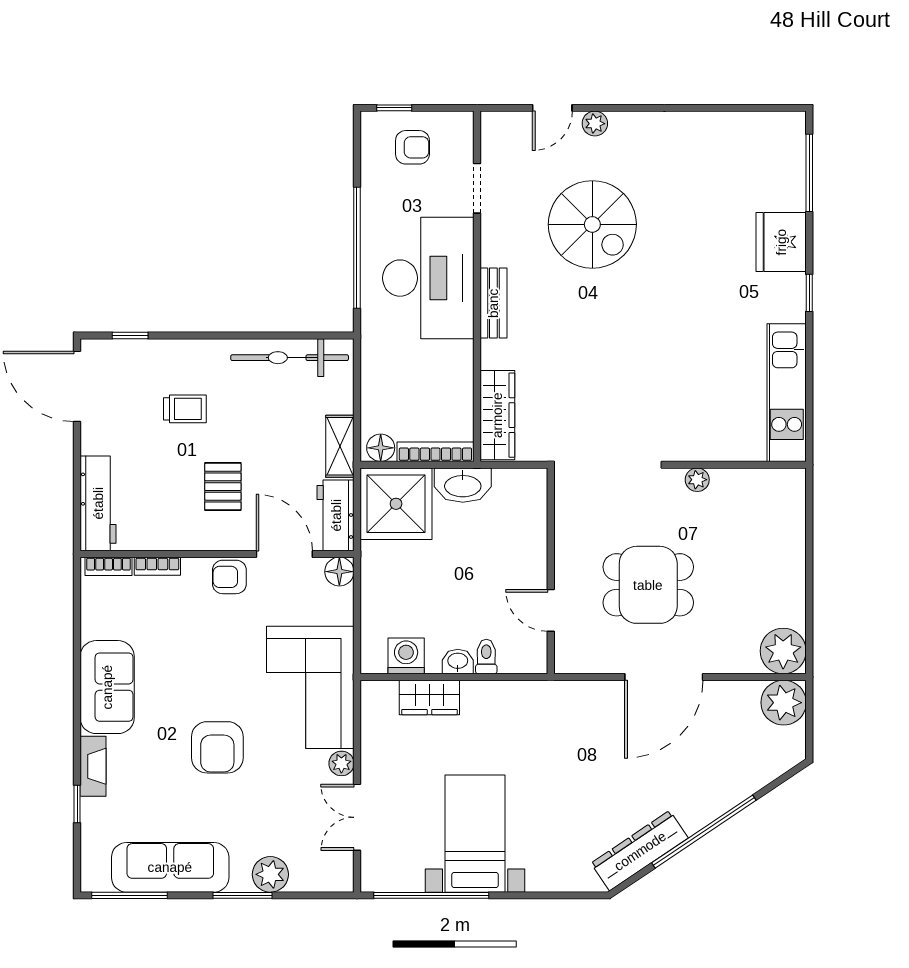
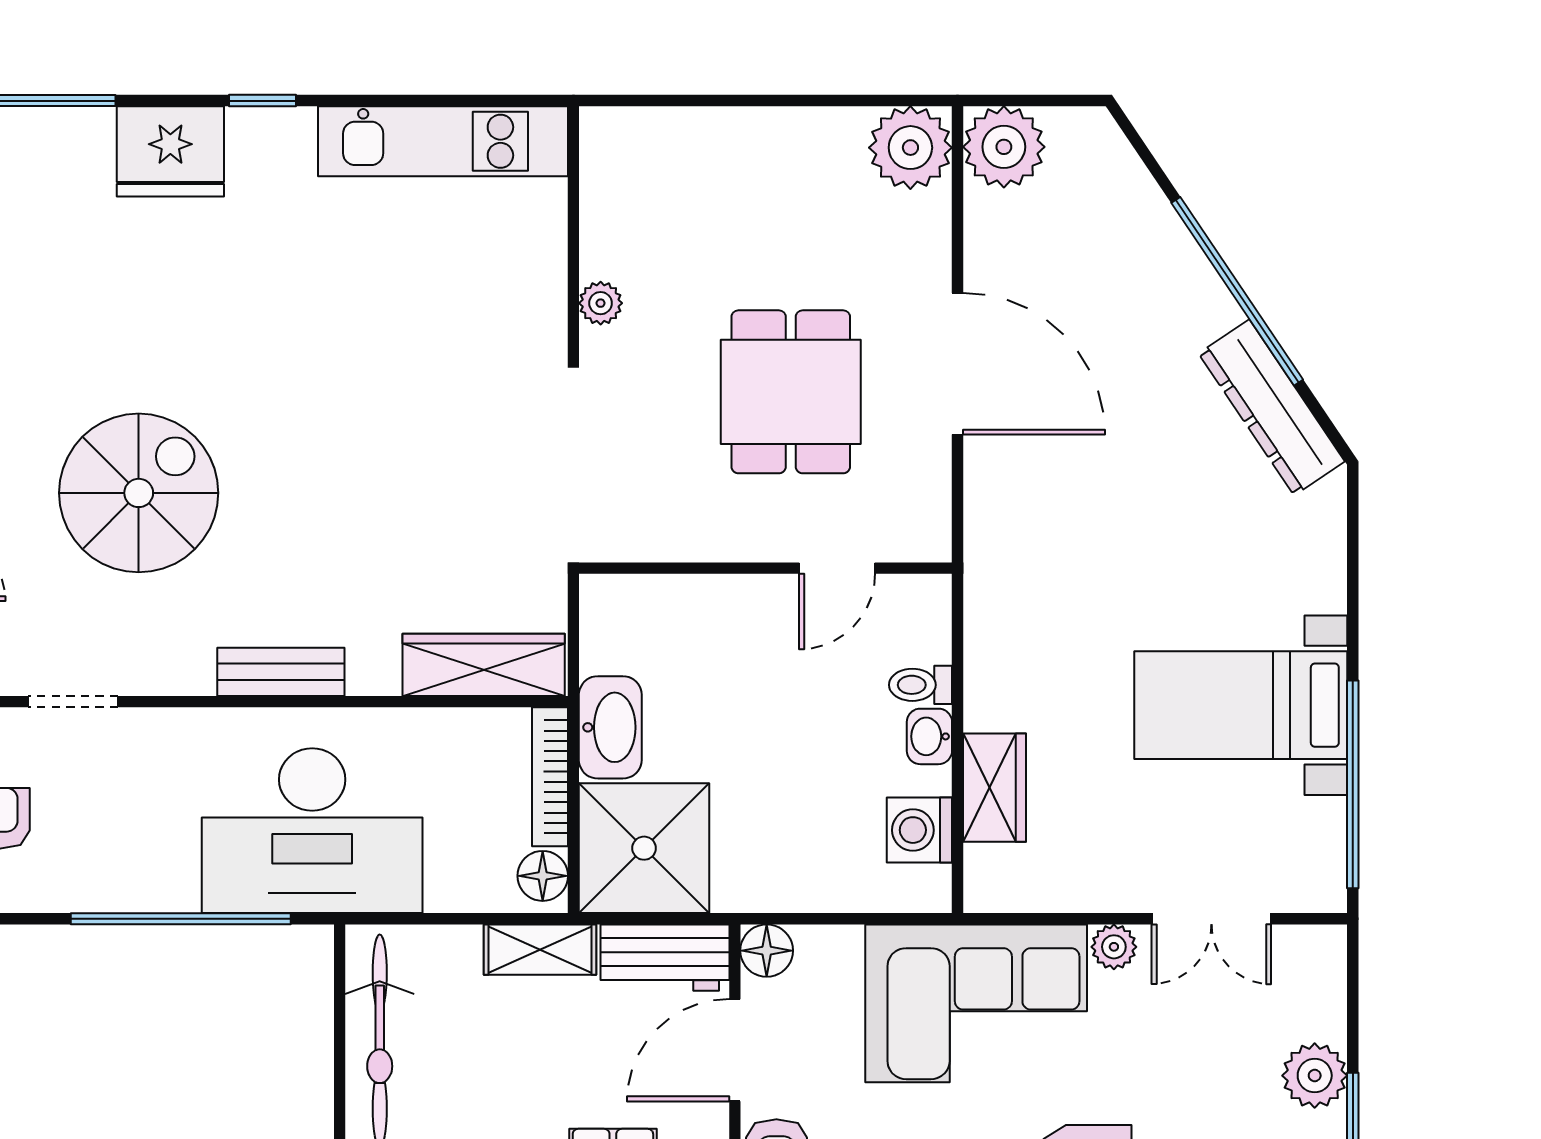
desk: (428, 278) -> (312, 831), moved, turned 180

